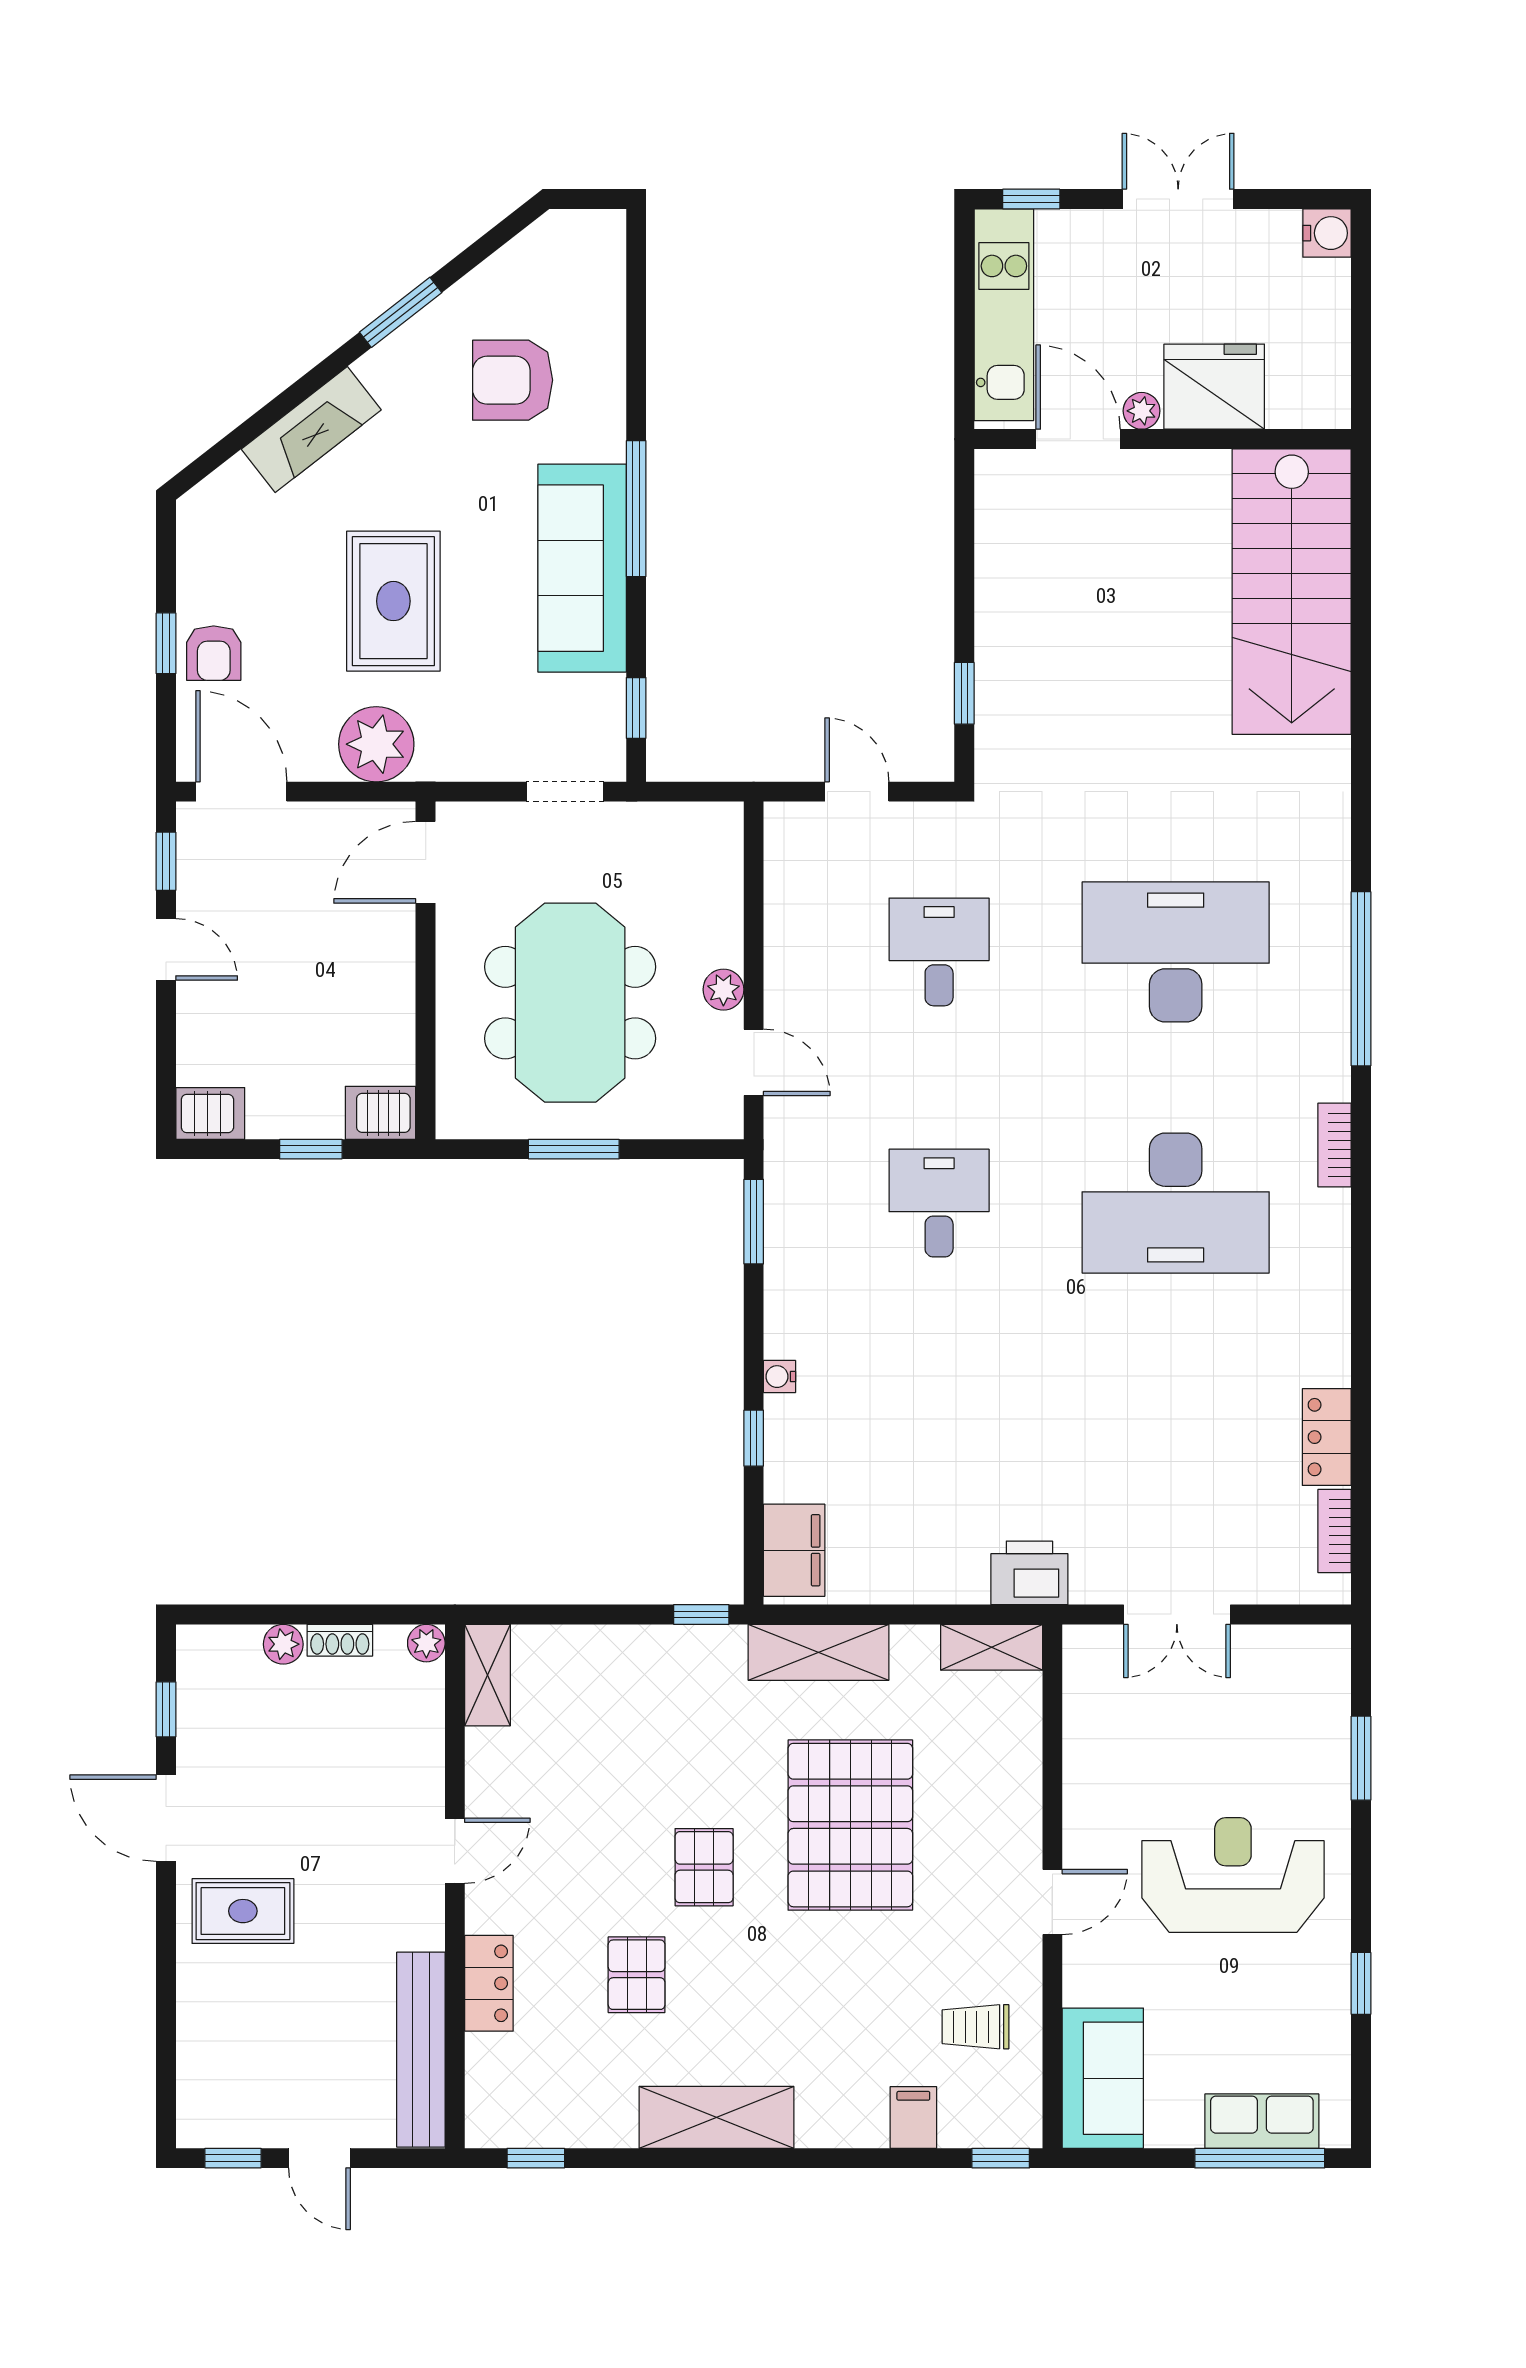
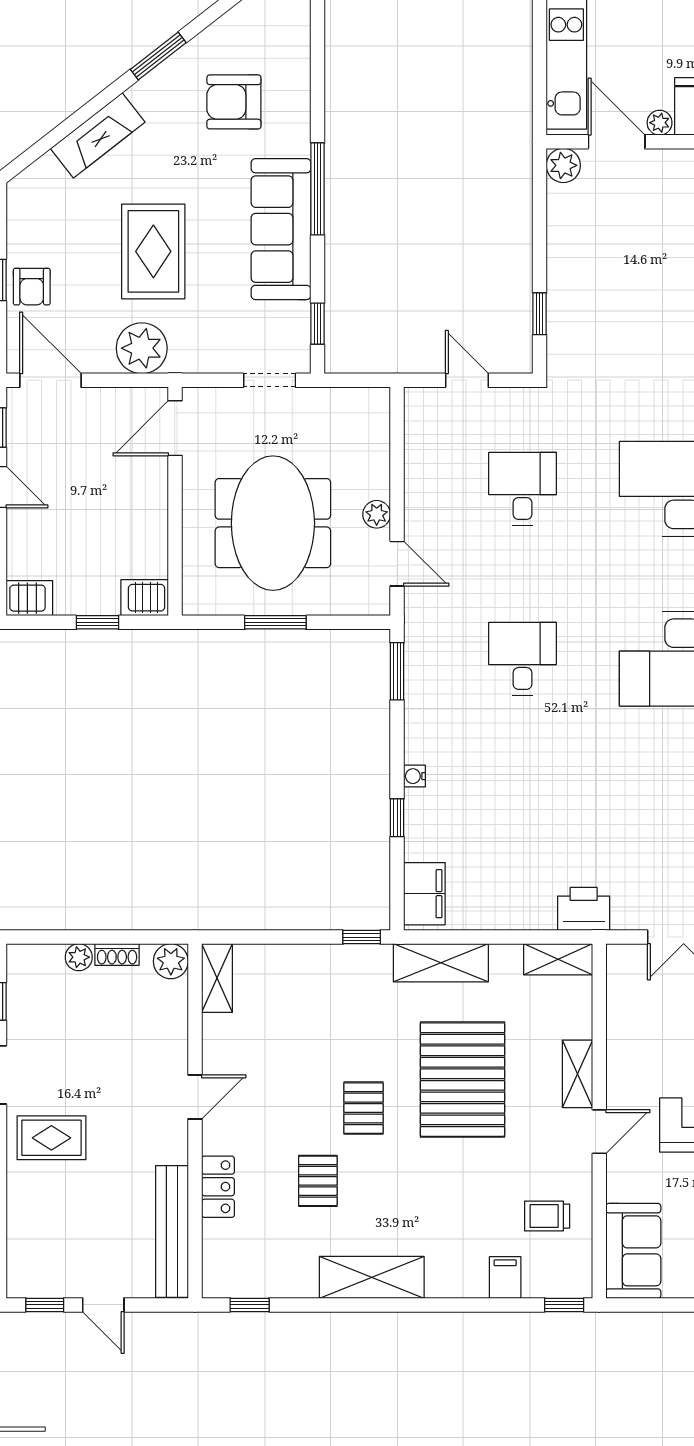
plant: (999, 474) -> (563, 165), added
plant: (426, 1643) -> (171, 961), width x1.38, depth x1.38
shelving: (1020, 1817) -> (577, 1074), added

